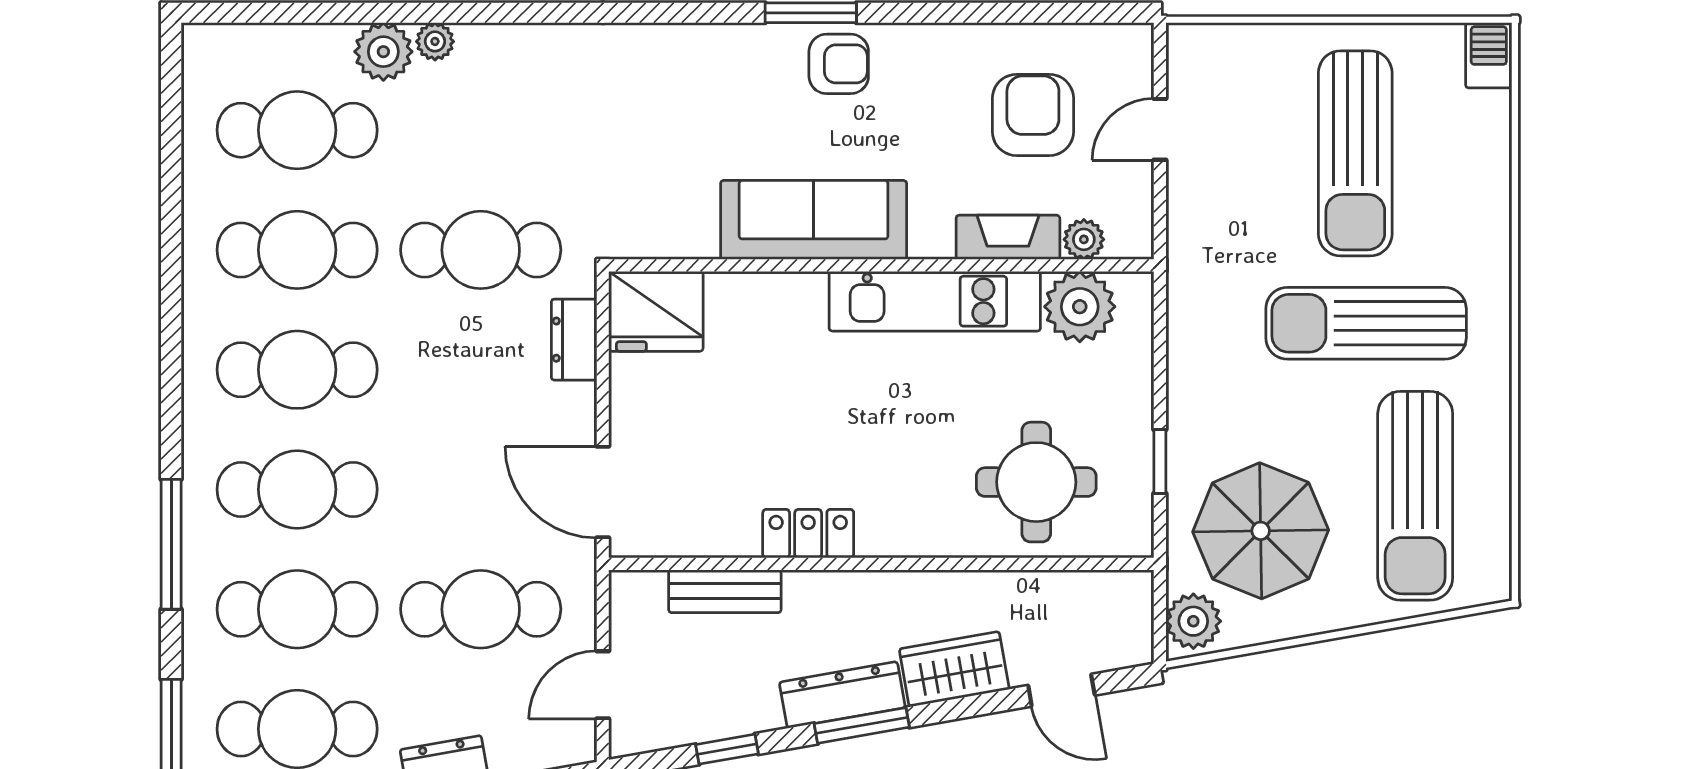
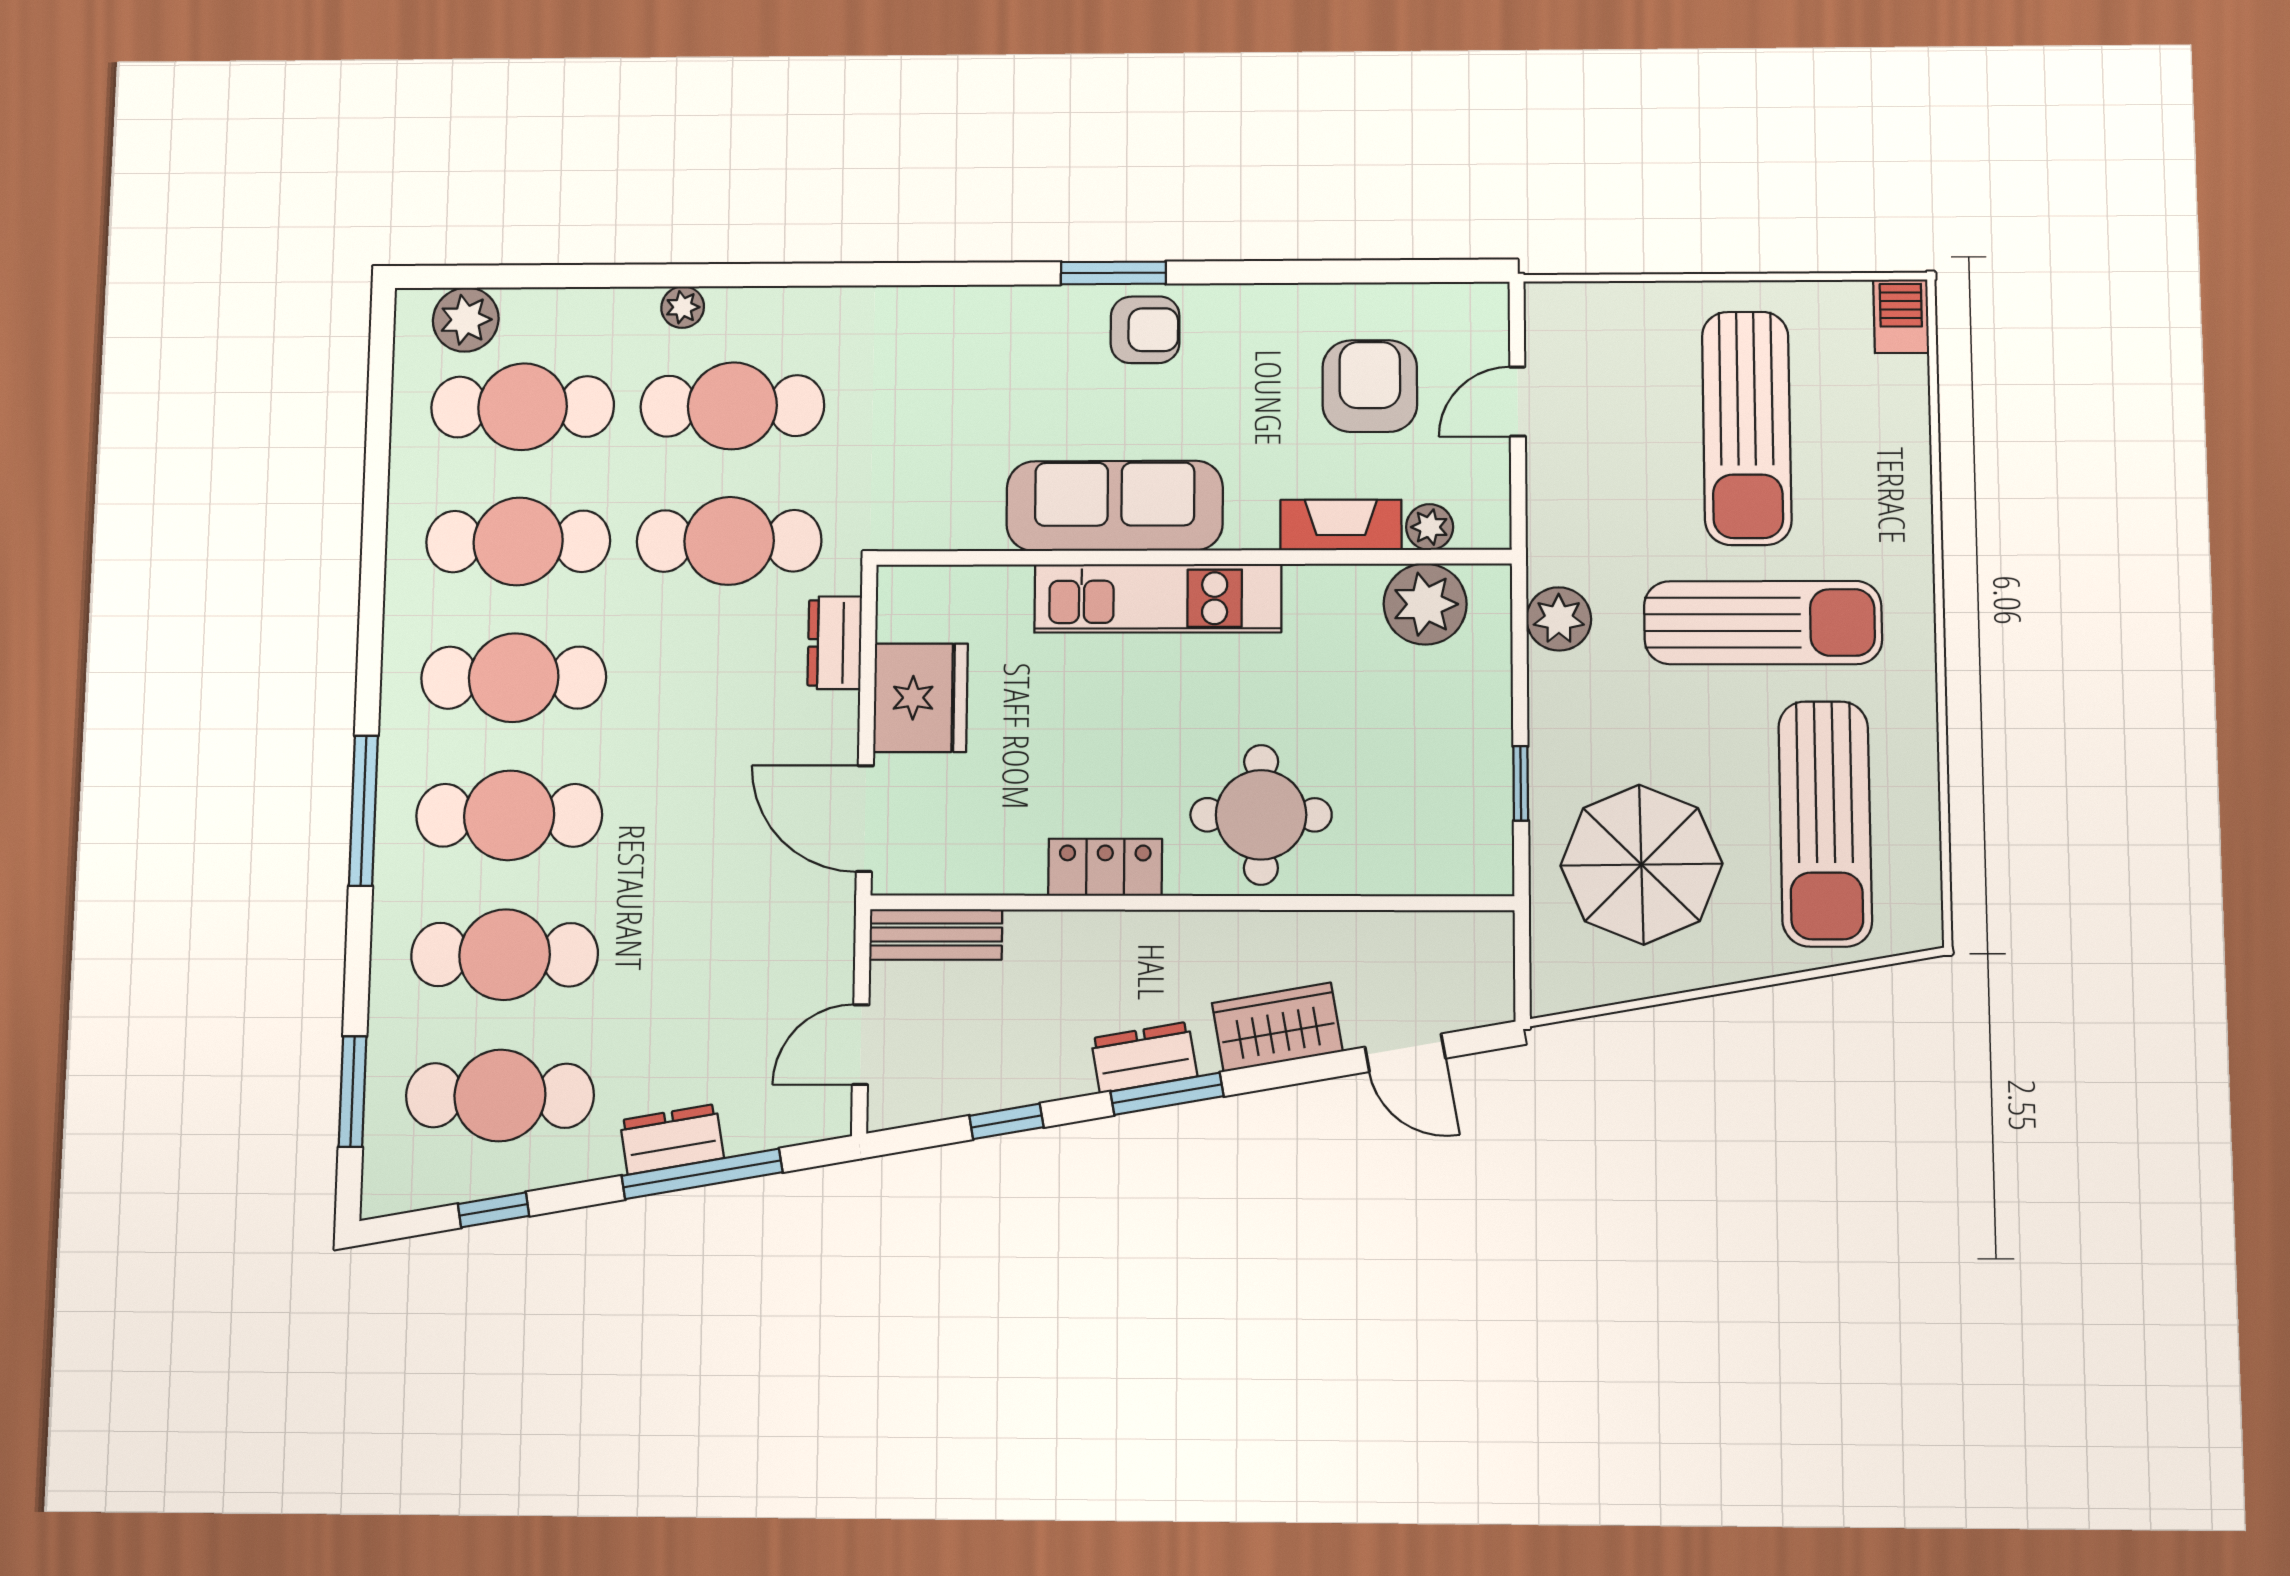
plant: (383, 52) -> (466, 320), moved
kitchen unit: (935, 301) -> (1158, 598), moved
fridge: (656, 311) -> (920, 698), moved, turned -90
sun lounger: (1366, 323) -> (1763, 623), turned 180
round table: (1036, 482) -> (1261, 815), moved
window: (171, 544) -> (363, 811), moved
bench: (725, 591) -> (936, 934), moved
cafe table: (481, 609) -> (732, 406), moved
plant: (1193, 621) -> (1559, 619), moved
dresser: (842, 695) -> (1144, 1057), width x0.70

